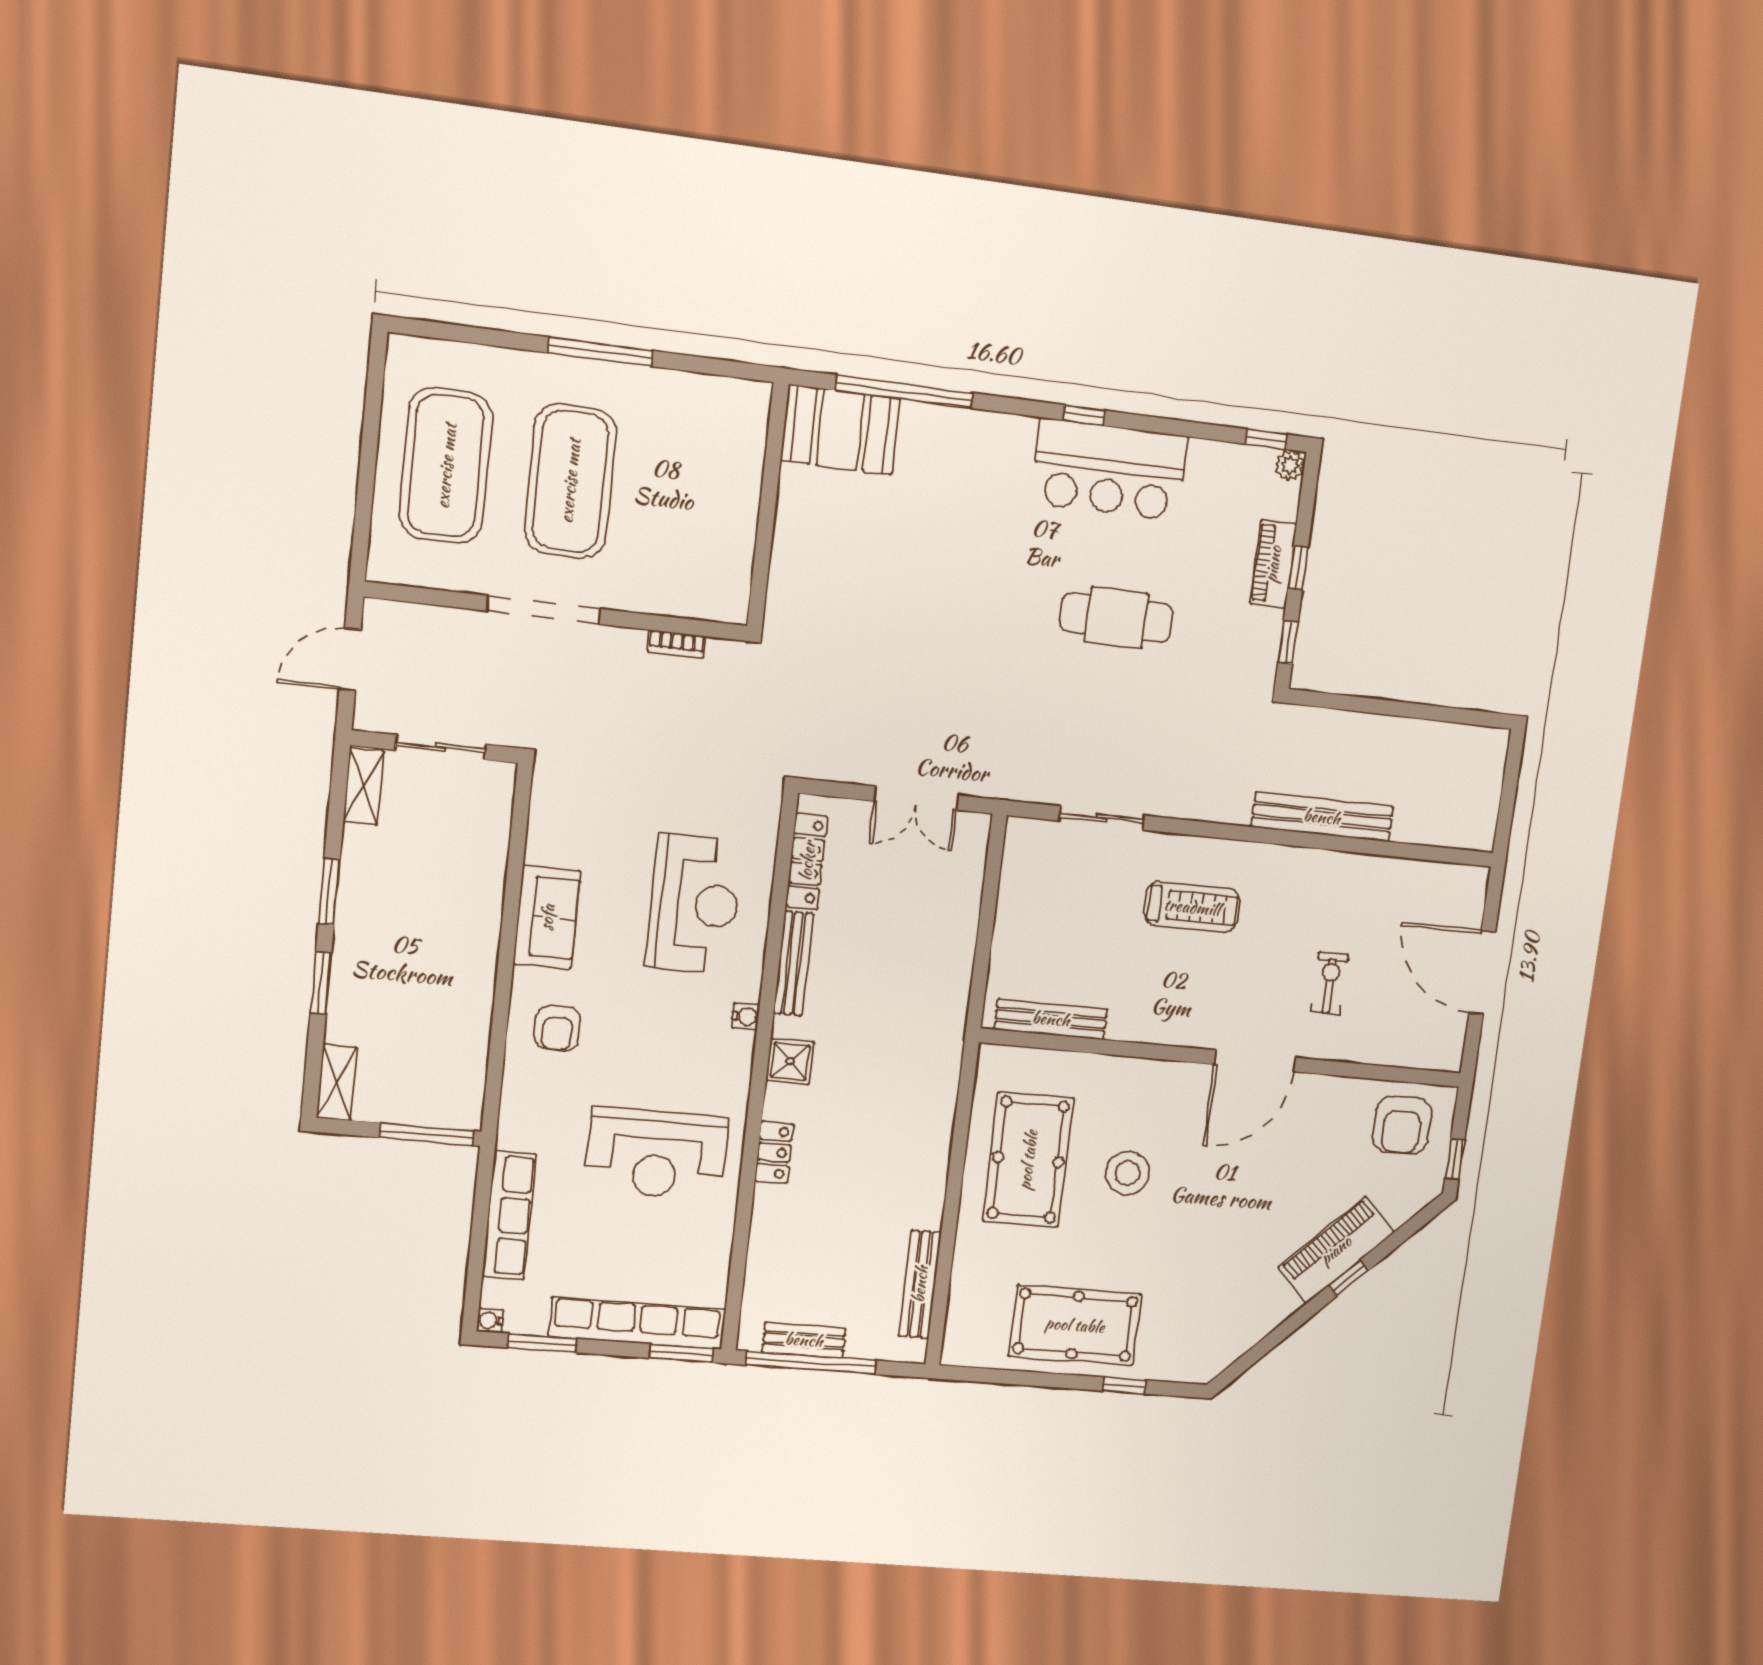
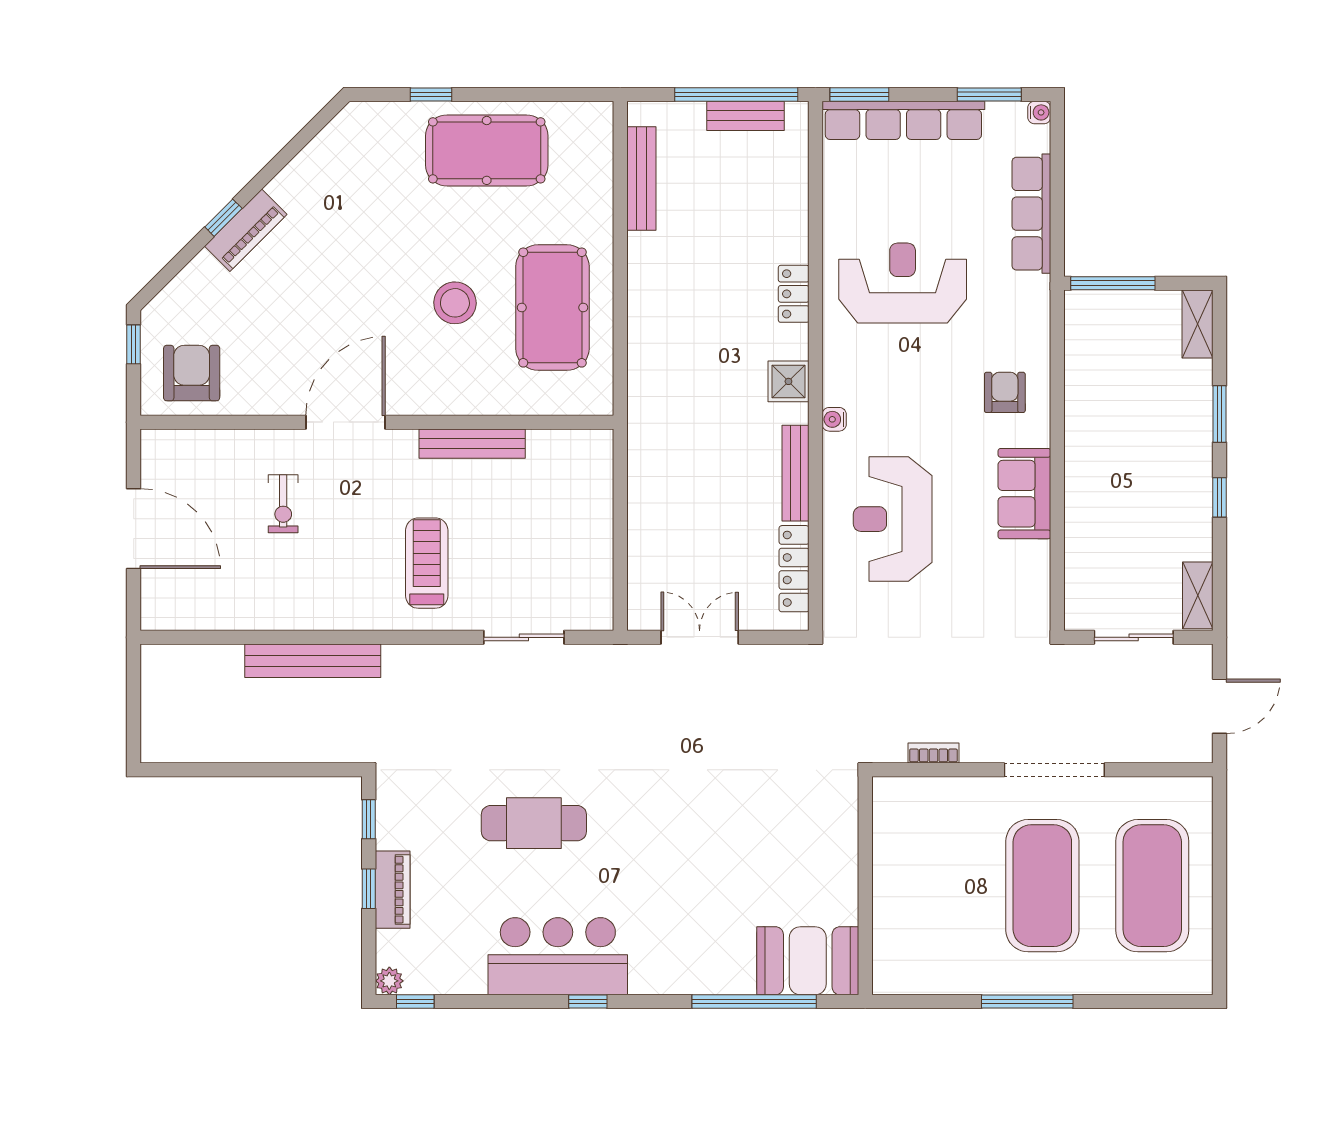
window: (329, 892) -> (1219, 497), width x0.67
treadmill: (1192, 907) -> (427, 563), turned 90
bench: (1051, 1019) -> (472, 444), moved
piano: (1336, 1250) -> (246, 230), width x0.73, depth x0.75

